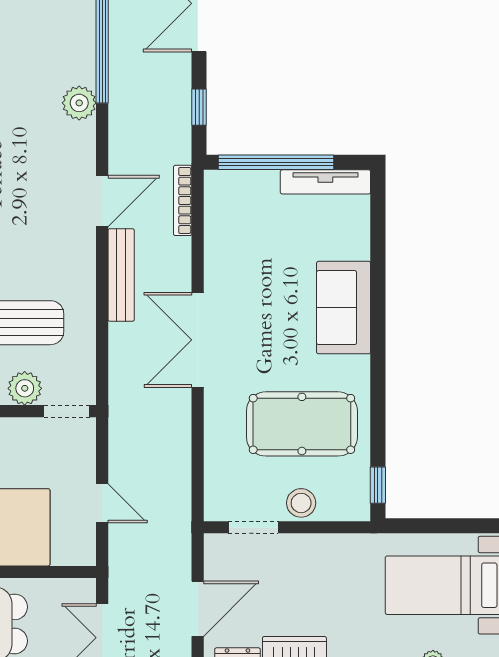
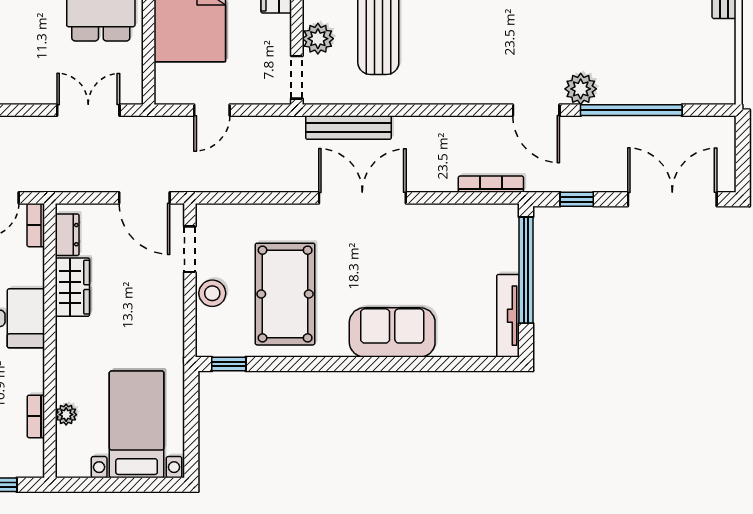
door: (102, 201) -> (536, 110), moved
bench: (121, 275) -> (349, 128), moved
door: (198, 609) -> (144, 198), moved

